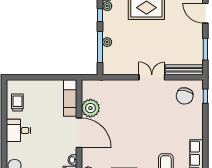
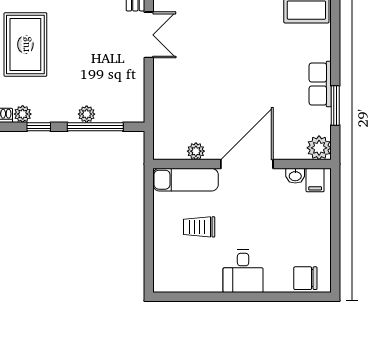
double door: (152, 77) -> (149, 35), swing flipped
trolley: (17, 103) -> (199, 227), moved
plant: (90, 108) -> (196, 151), width x0.53, depth x0.53

